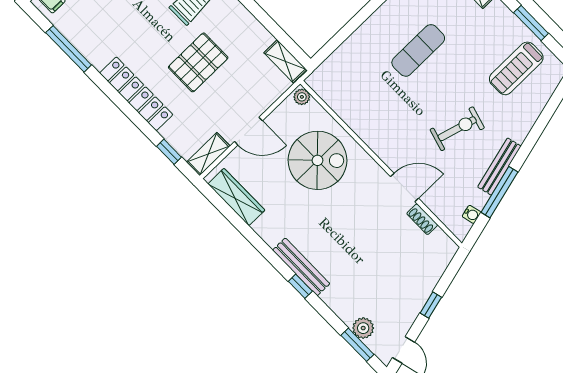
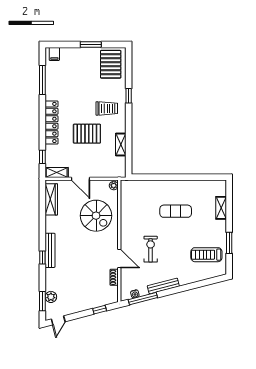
shelving: (285, 61) -> (121, 144), moved
exercise bike: (457, 129) -> (151, 249), moved, turned -106
window: (499, 192) -> (143, 299), moved
window: (431, 305) -> (100, 310), moved

